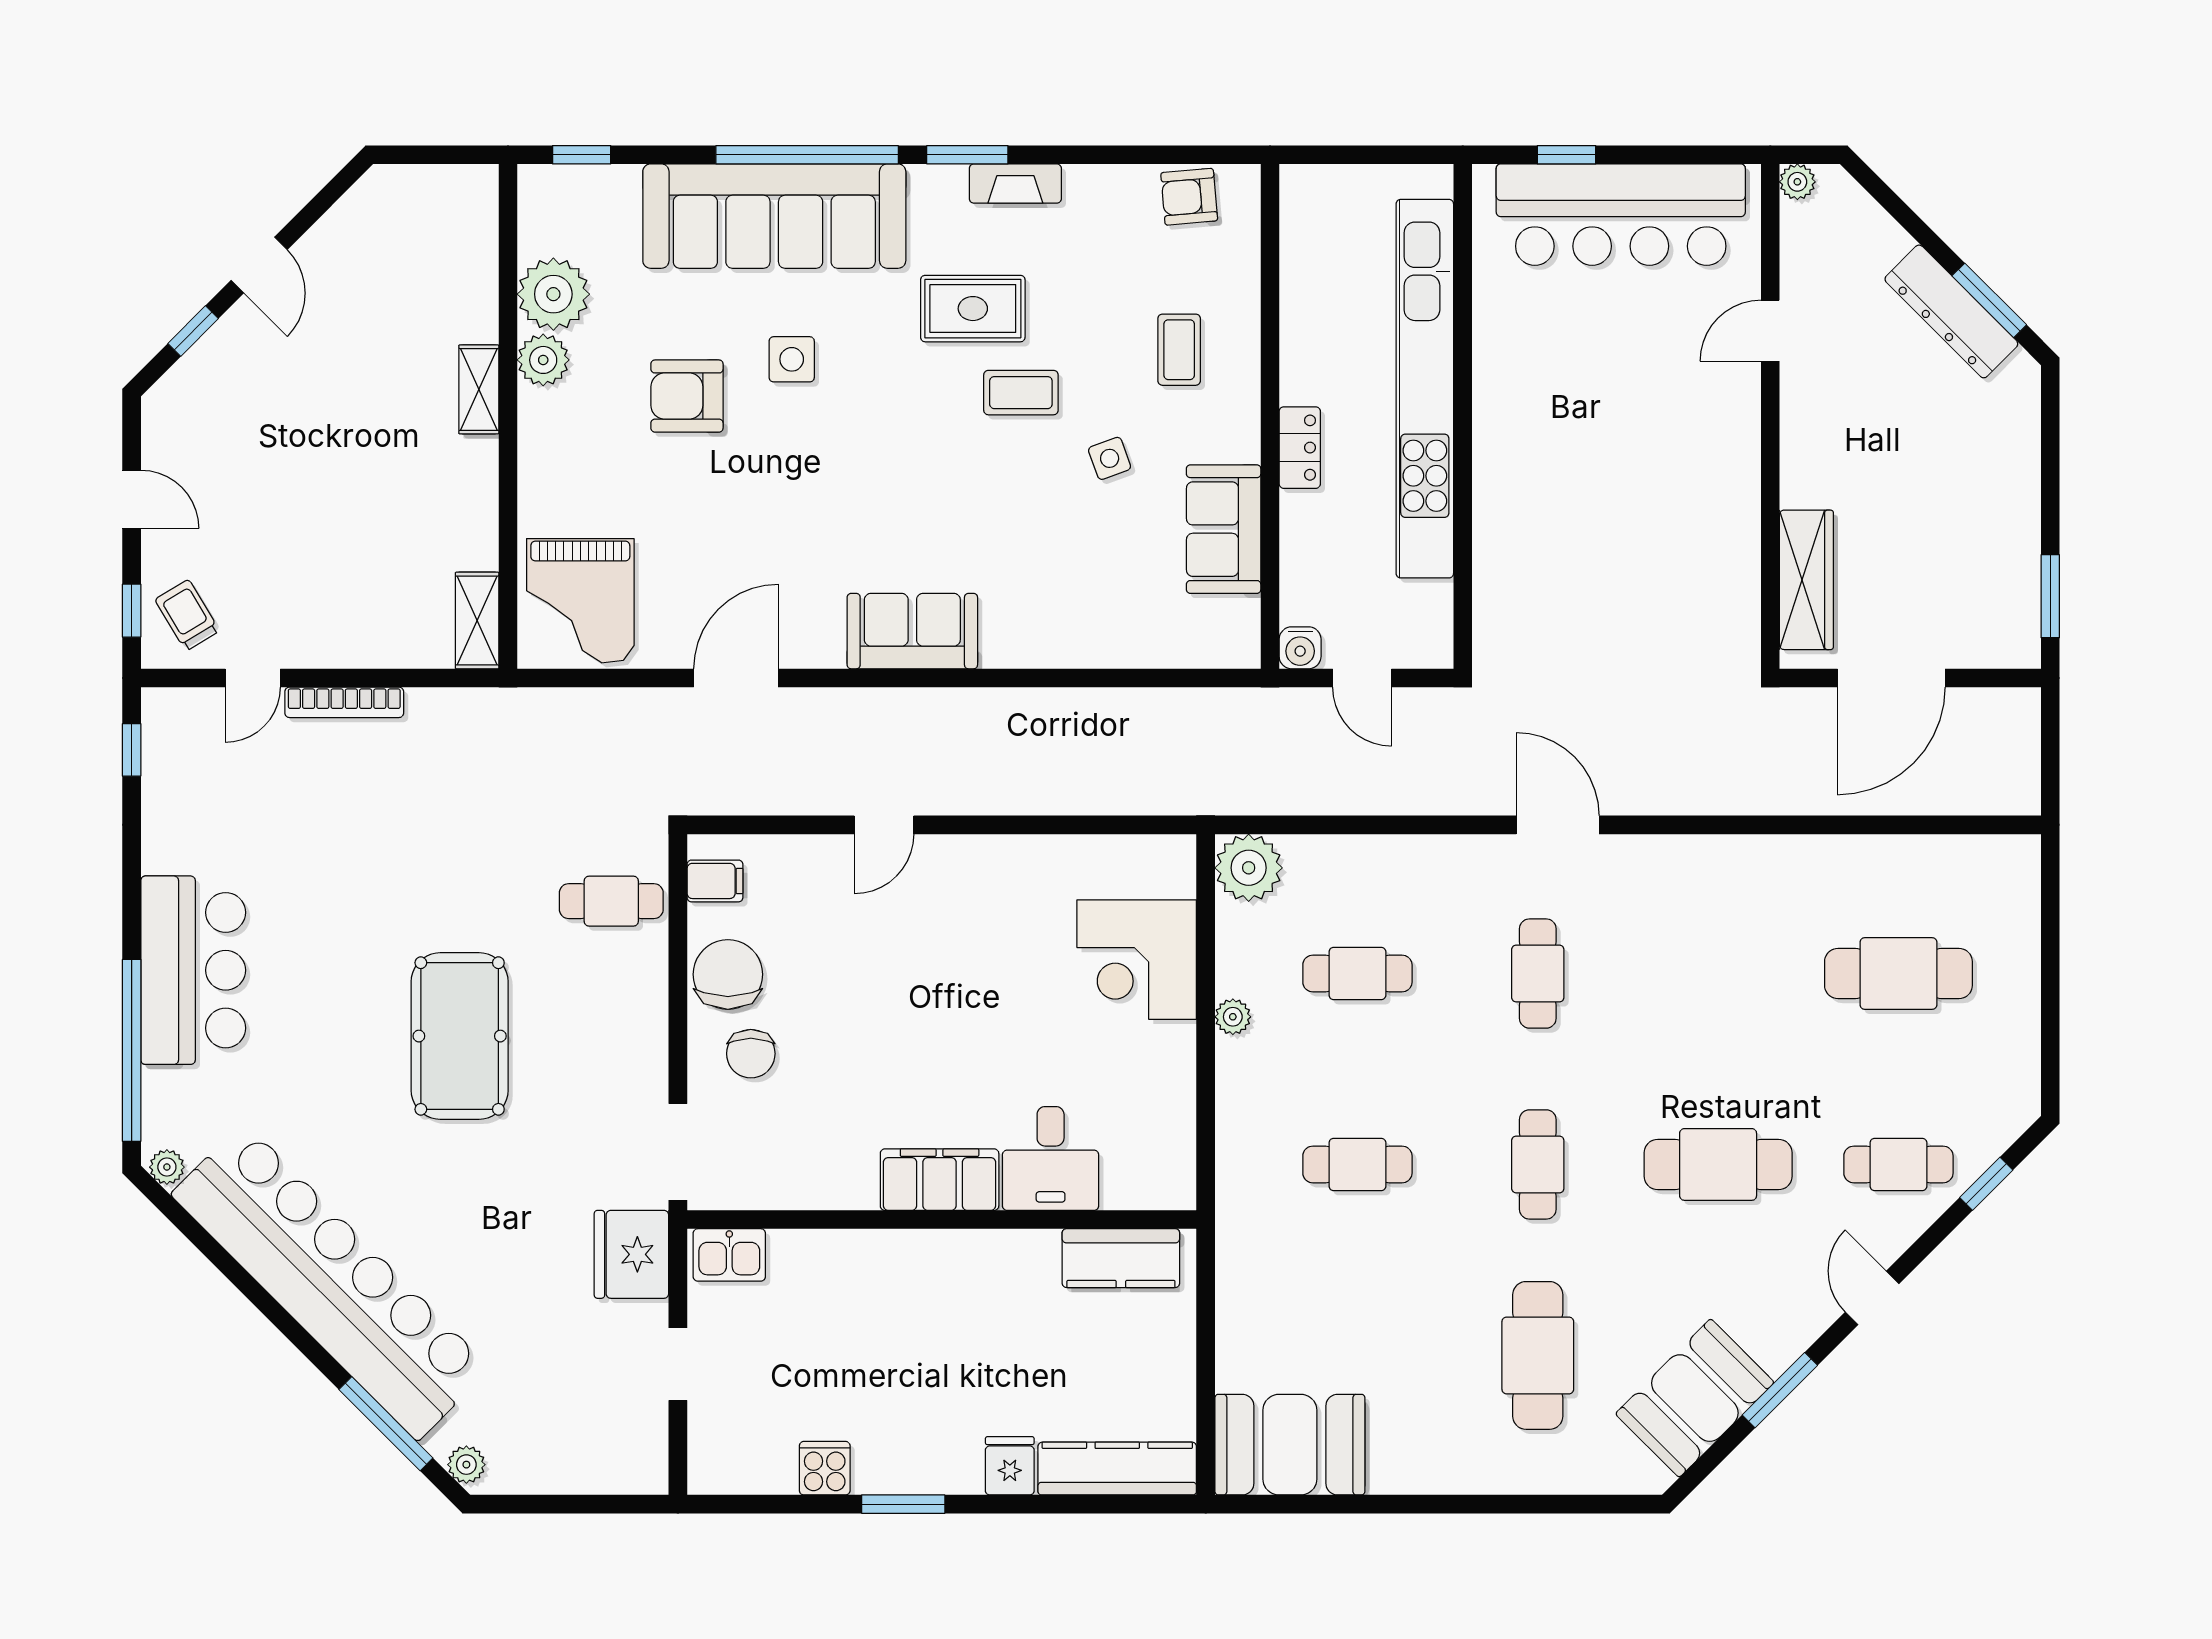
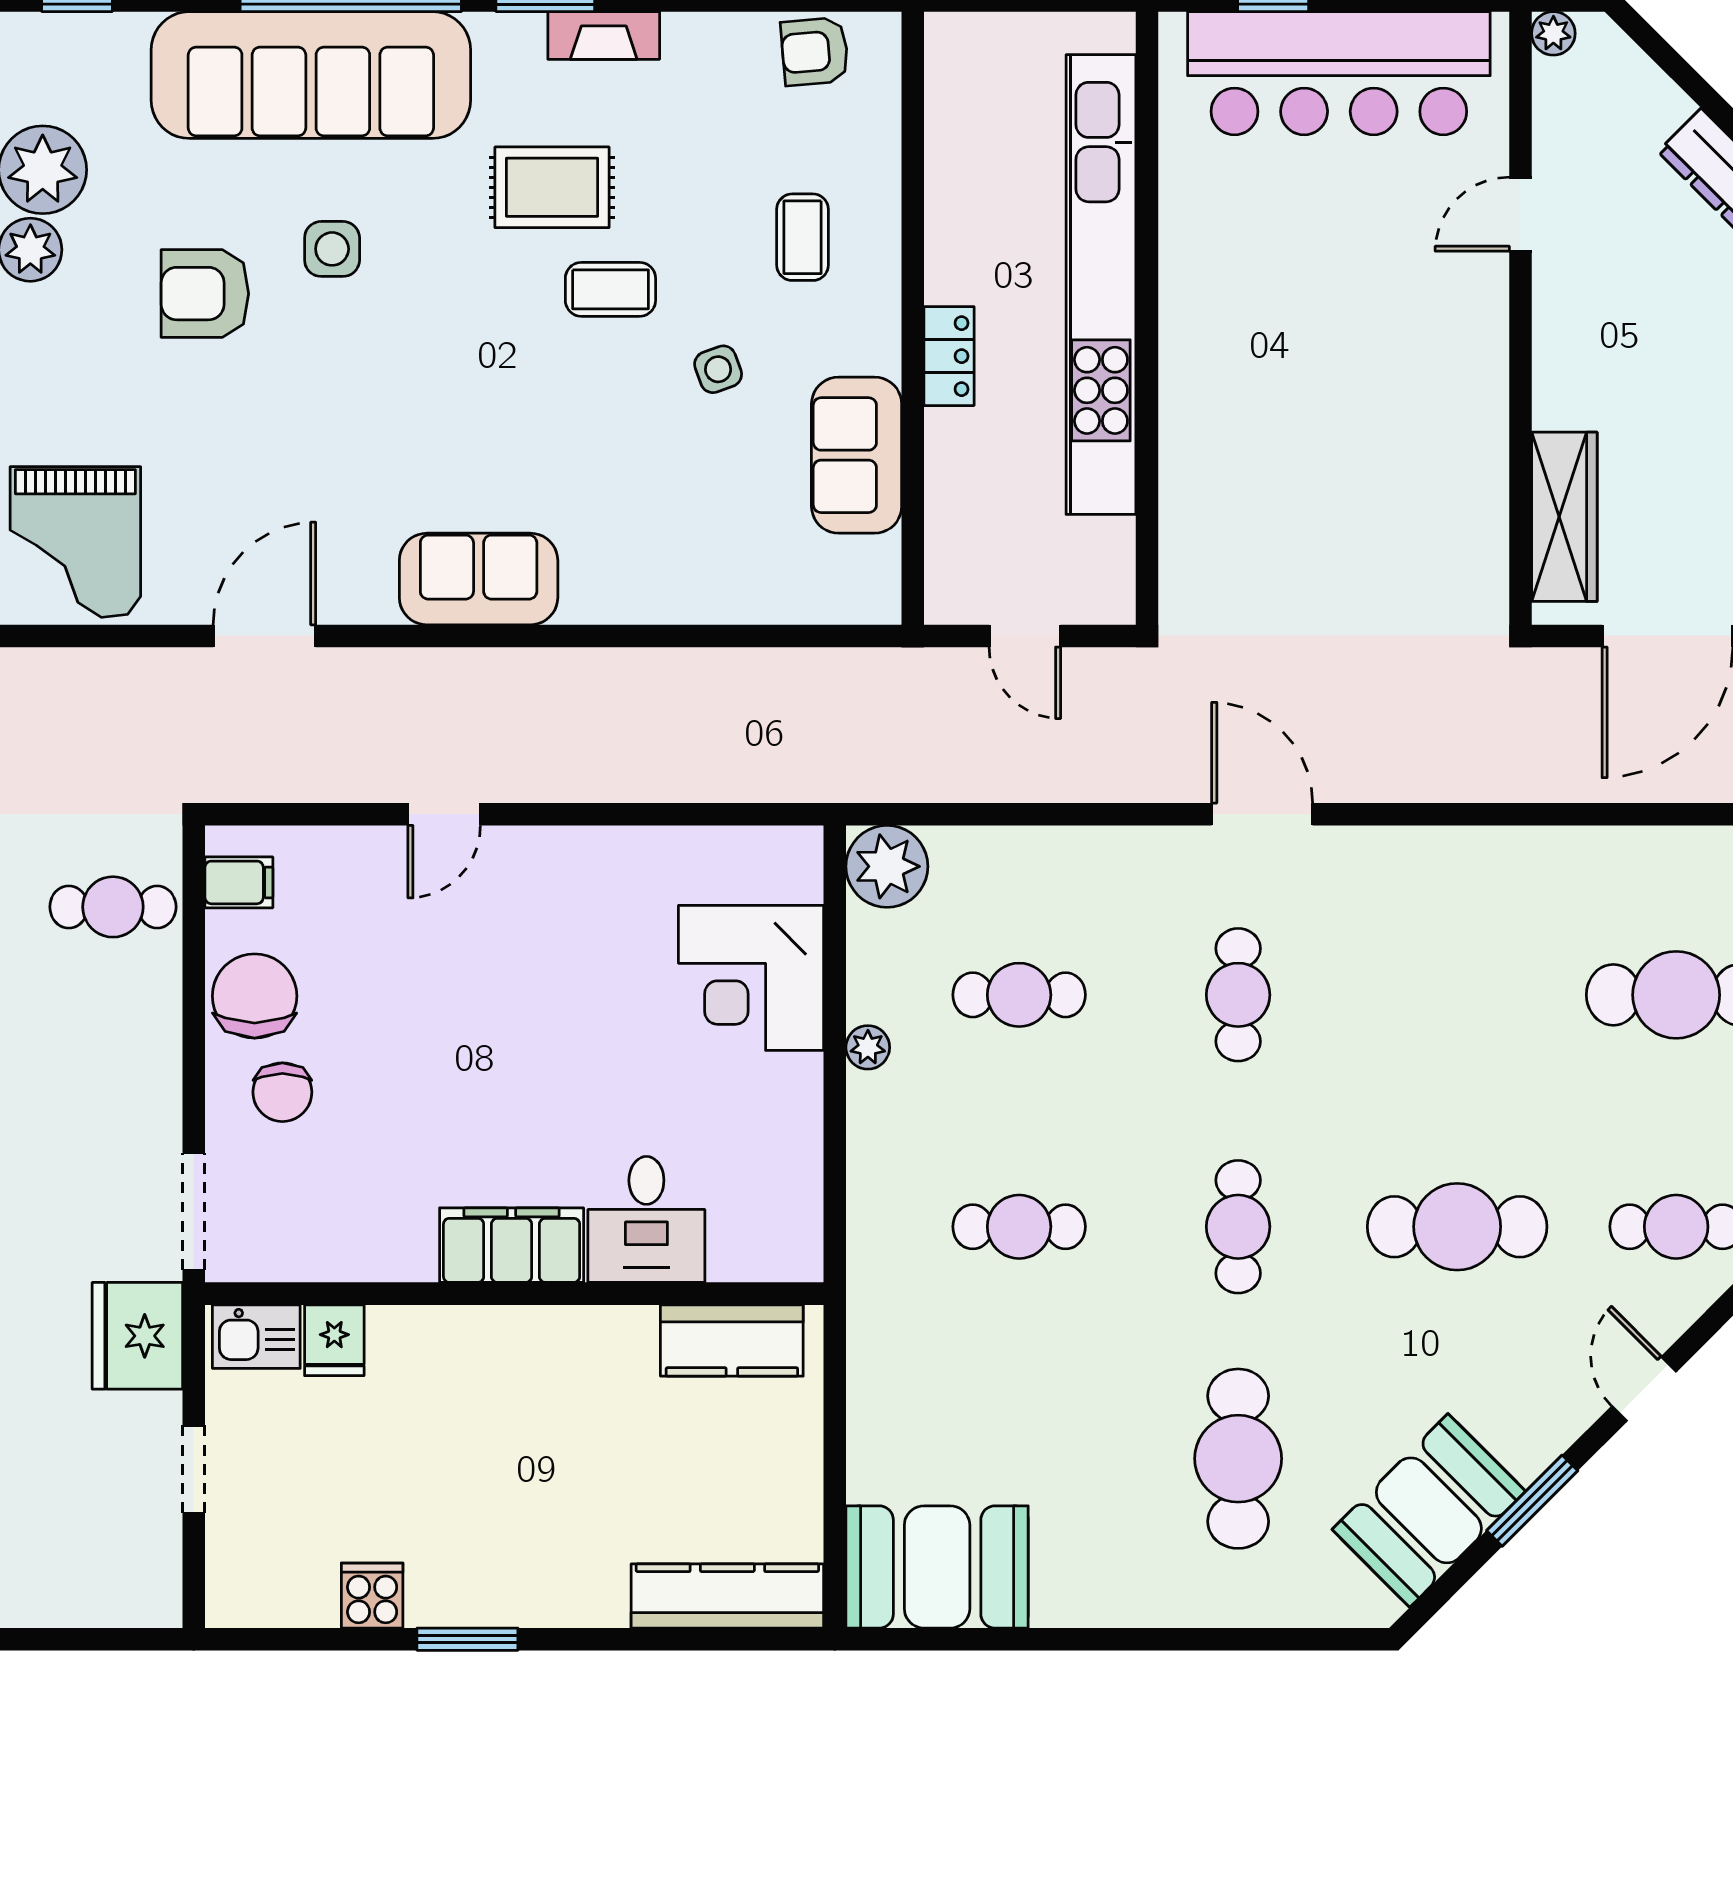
water cooler: (1300, 648) -> (949, 599), removed
fridge: (1010, 1466) -> (334, 1340), moved, turned 180

